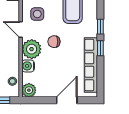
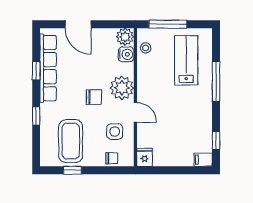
window: (100, 48) -> (36, 70), moved
water cooler: (28, 66) -> (126, 54), moved
door: (67, 100) -> (78, 24), hinge flipped

